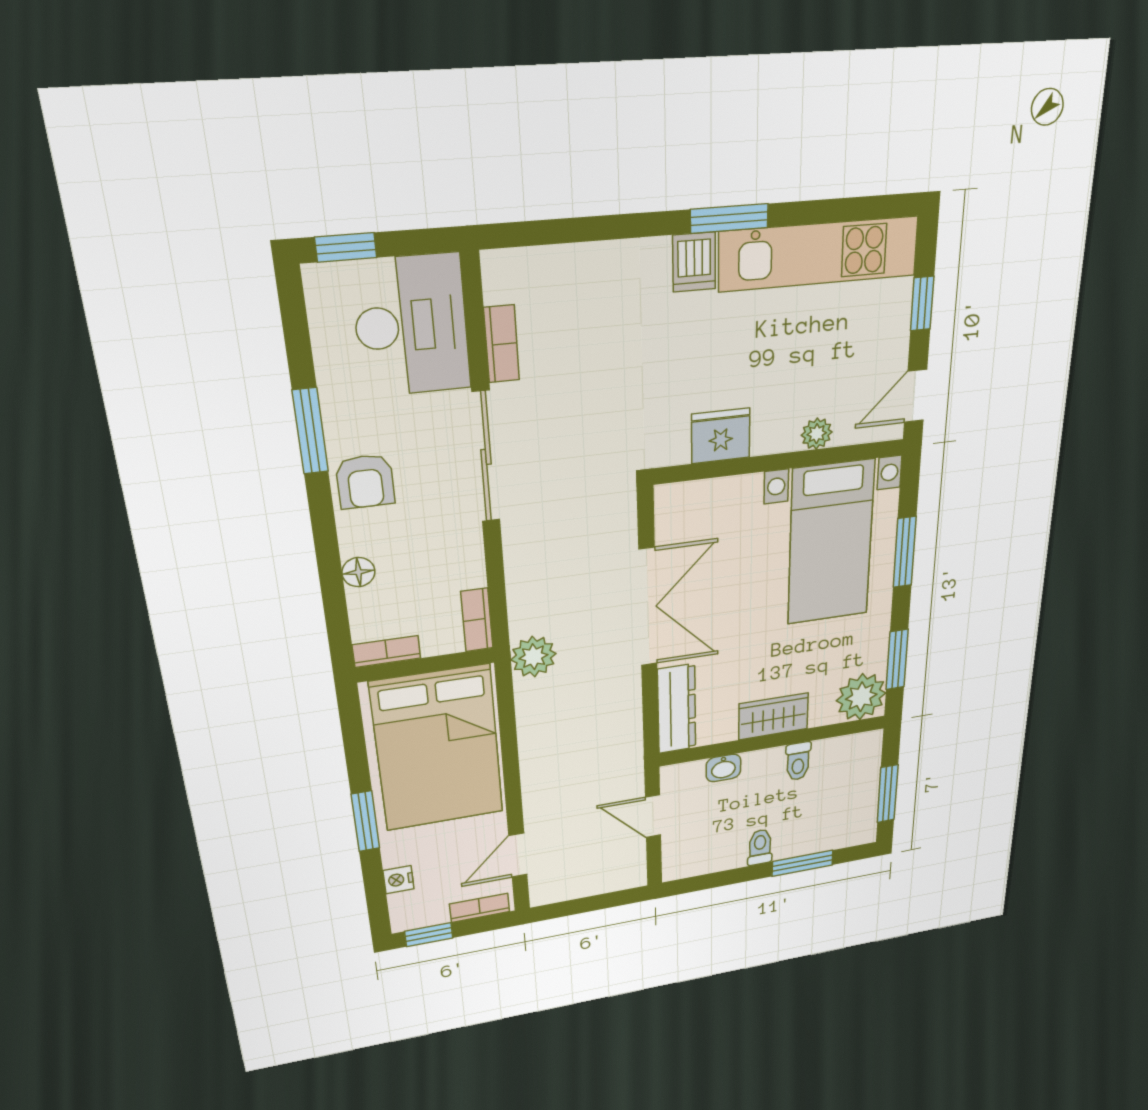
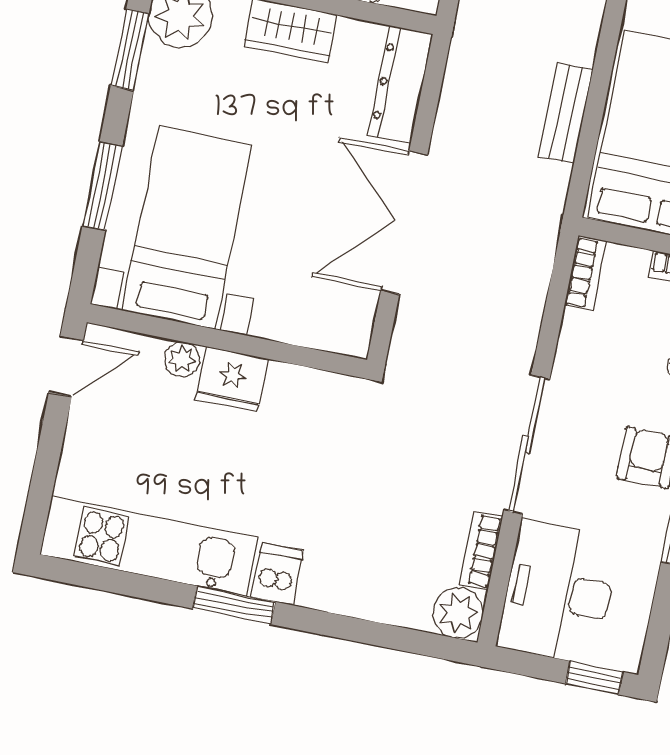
window: (922, 304) -> (46, 464), removed
fridge: (721, 436) -> (232, 379), moved
plant: (533, 657) -> (458, 613), moved
bench: (533, 735) -> (566, 113), added

